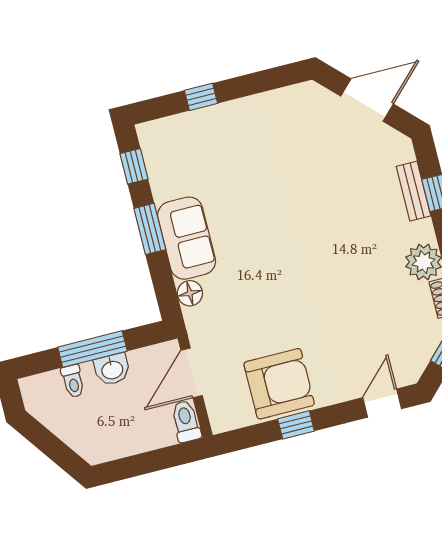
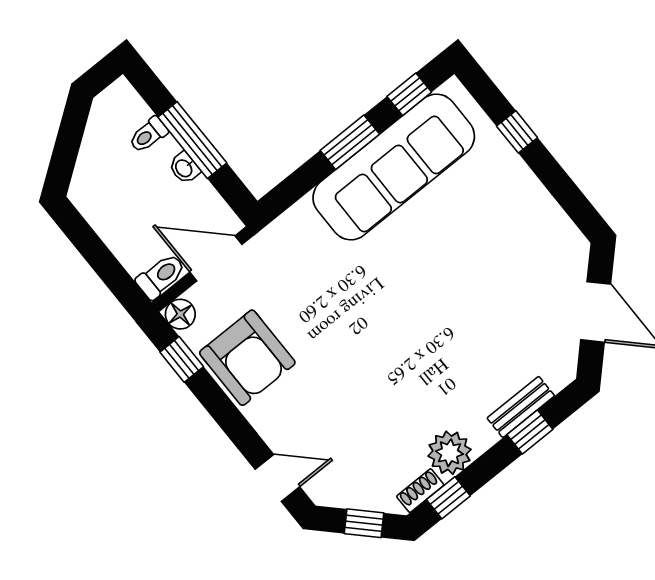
sofa: (187, 238) -> (394, 167), width x1.85, depth x1.27
floor lamp: (190, 293) -> (180, 314), moved
washbasin: (112, 369) -> (184, 168), width x0.72, depth x0.69
window: (296, 425) -> (182, 359), moved

